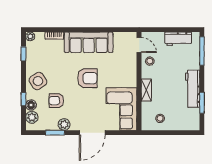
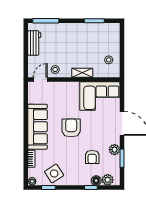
side table: (38, 81) -> (54, 173), moved
workbench: (193, 89) -> (81, 29), removed

